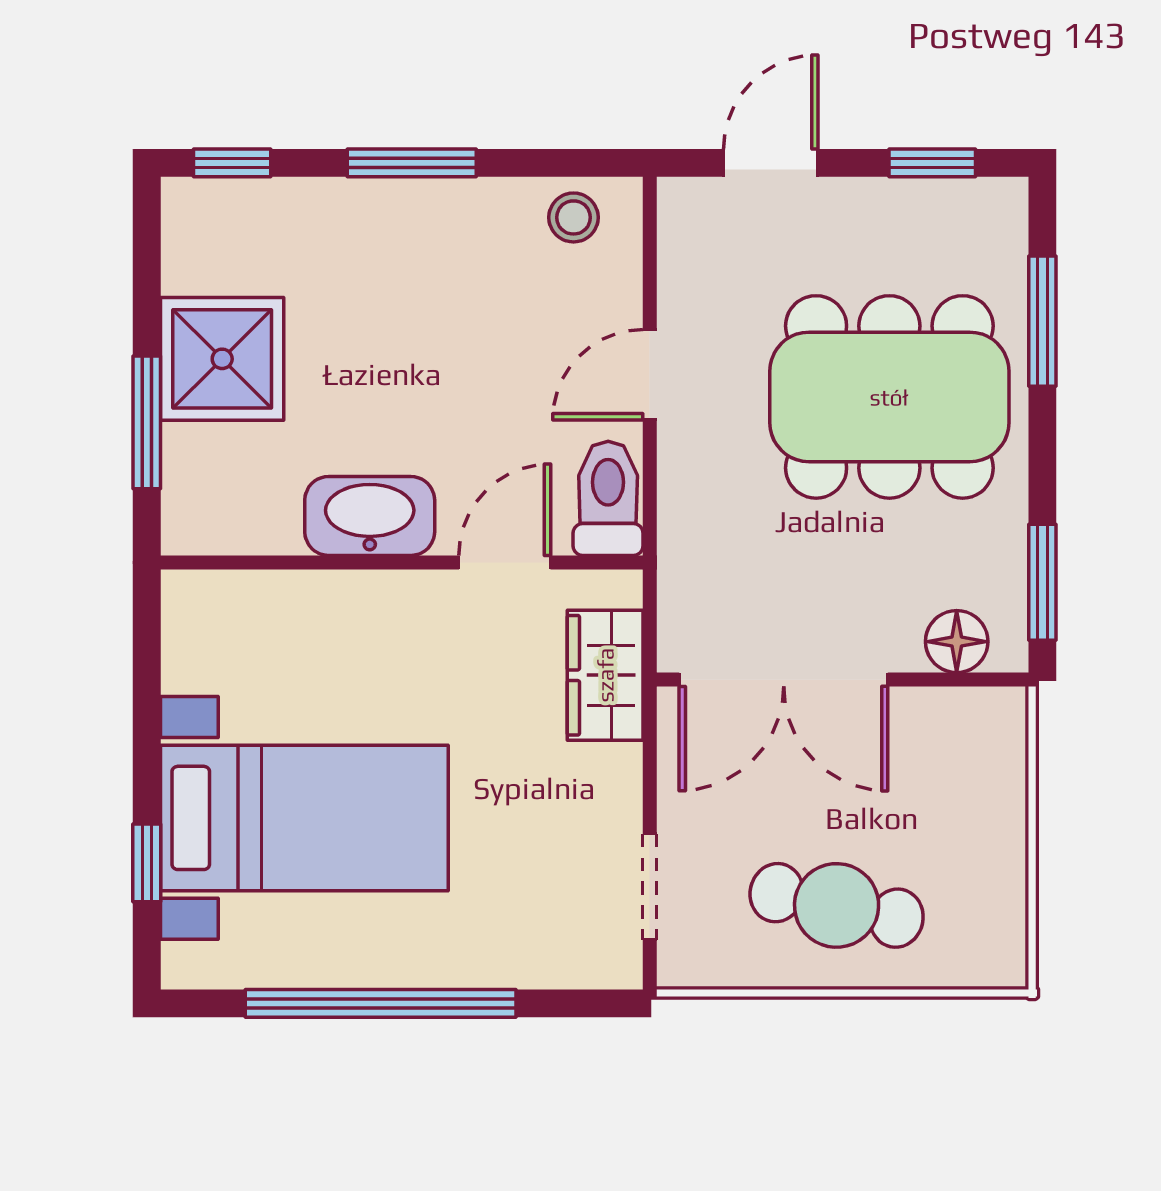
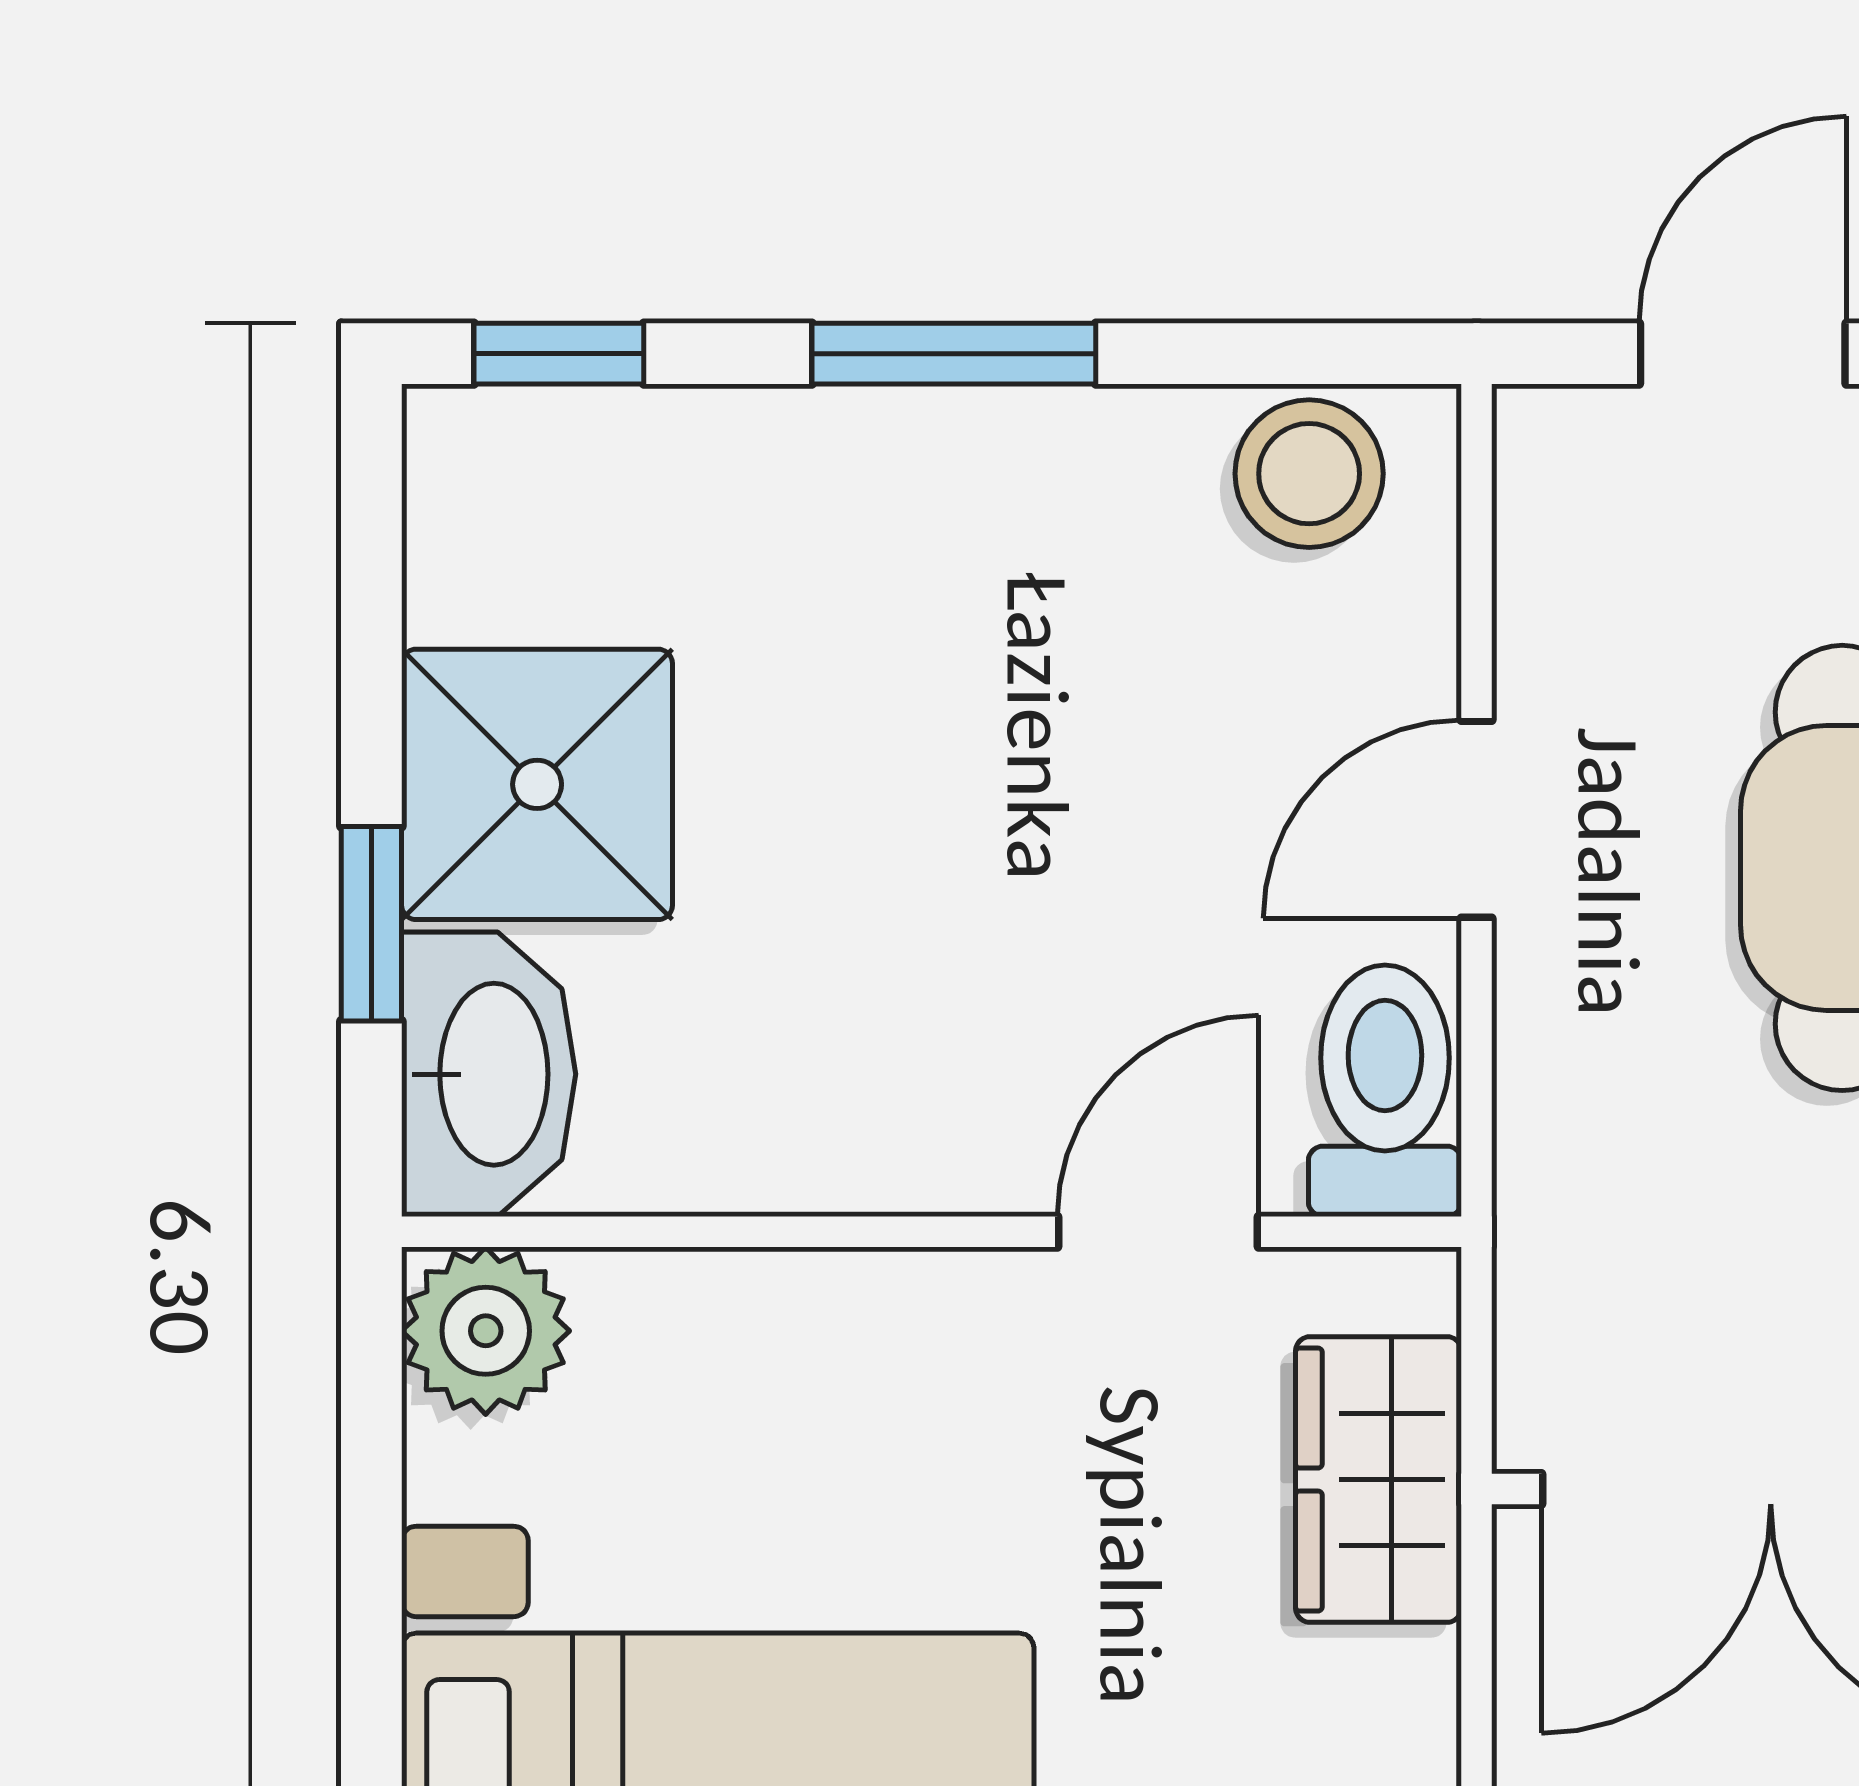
stool: (574, 217) -> (1309, 474), width x1.37, depth x1.37
window: (147, 422) -> (371, 924), width x0.67
washbasin: (370, 516) -> (489, 1074), moved, turned 90
plant: (199, 608) -> (486, 1331), added

